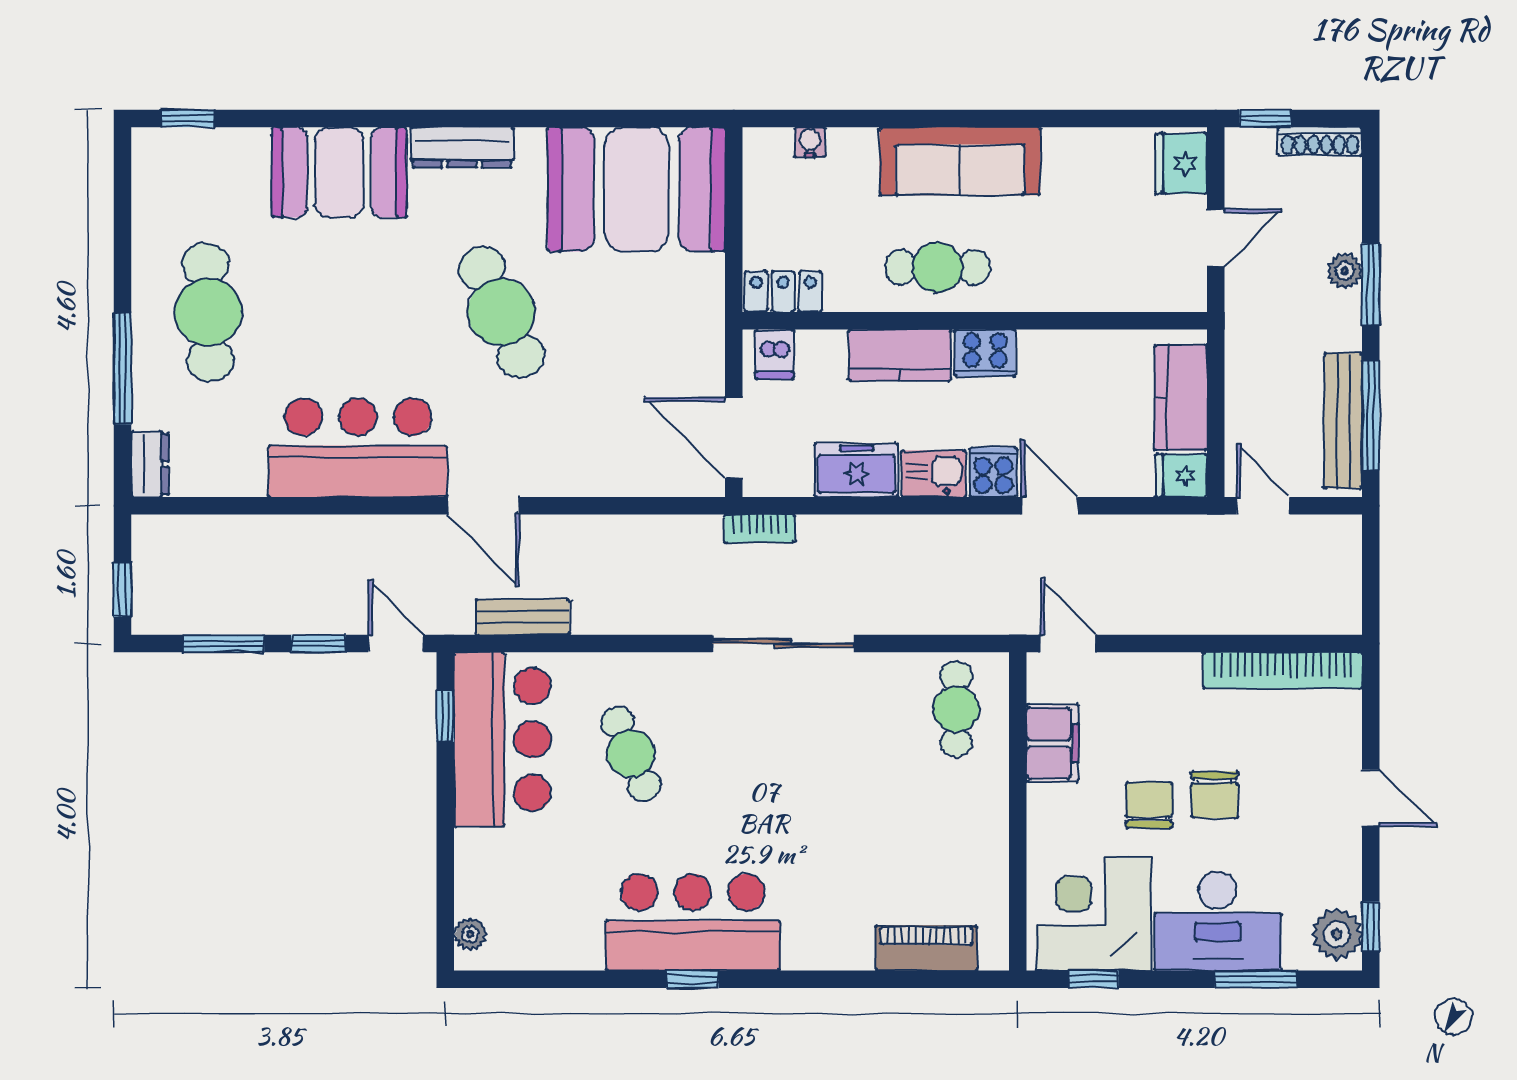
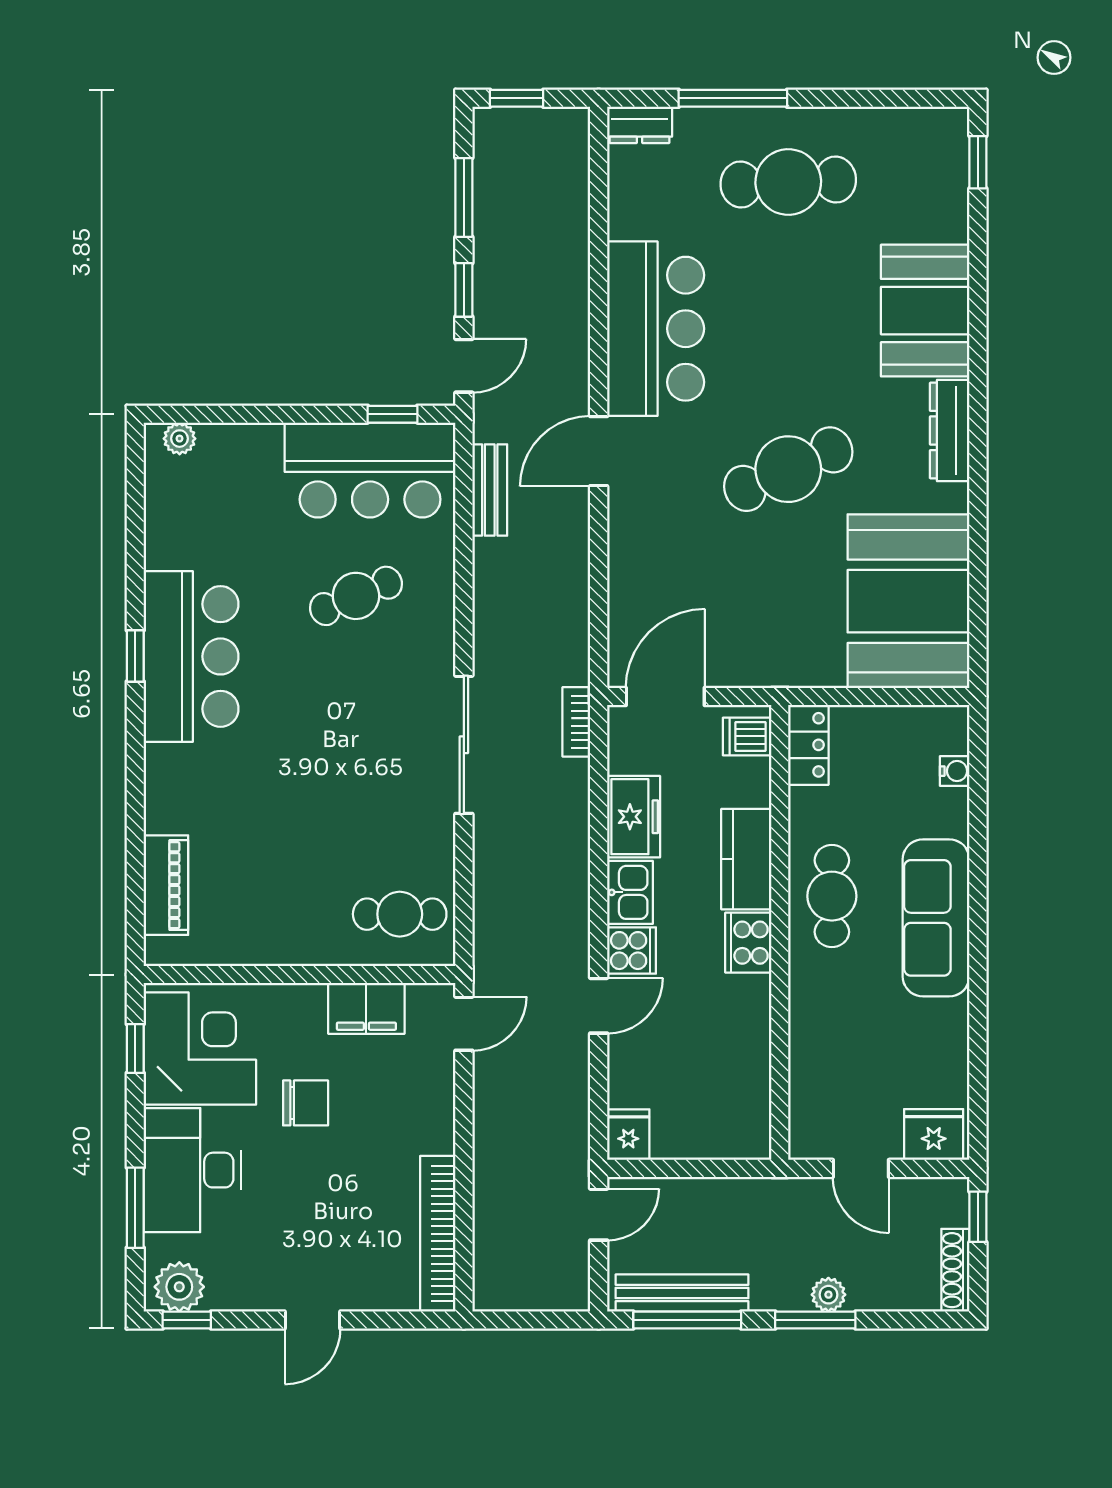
kitchen counter: (1181, 397) -> (705, 1134), removed
chair: (1214, 795) -> (316, 1167), removed

